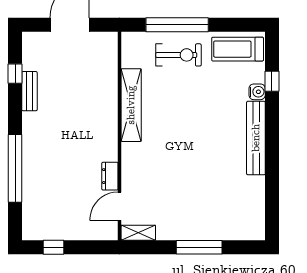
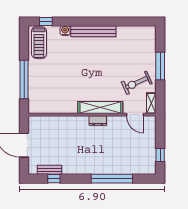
exercise bike: (178, 55) -> (137, 83), moved, turned -114
window: (272, 81) -> (46, 21), moved
bench: (29, 91) -> (50, 170), moved
shelving: (131, 105) -> (100, 108), moved
dresser: (110, 176) -> (98, 121), moved

